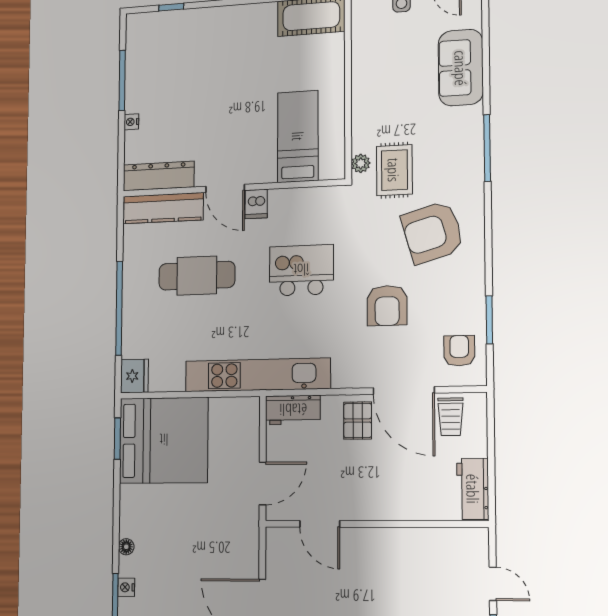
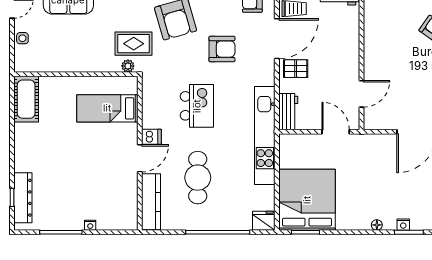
dresser: (159, 176) -> (23, 198), moved, turned 180
kitchen island: (301, 270) -> (197, 106), turned 180

